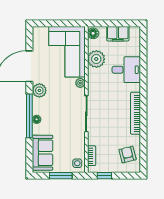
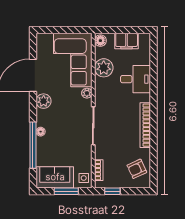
window: (29, 116) -> (33, 145), moved
sofa: (43, 153) -> (55, 177), moved, turned -90
armchair: (128, 154) -> (137, 169), turned -101

